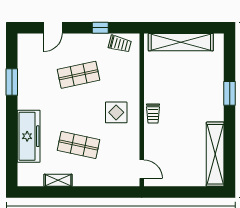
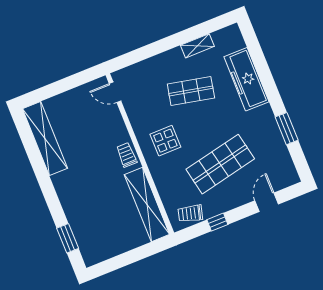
shelving: (181, 42) -> (147, 205), moved, turned 90
shop shelf: (79, 75) -> (220, 164), width x1.43, depth x1.36
window: (230, 93) -> (68, 238), moved

